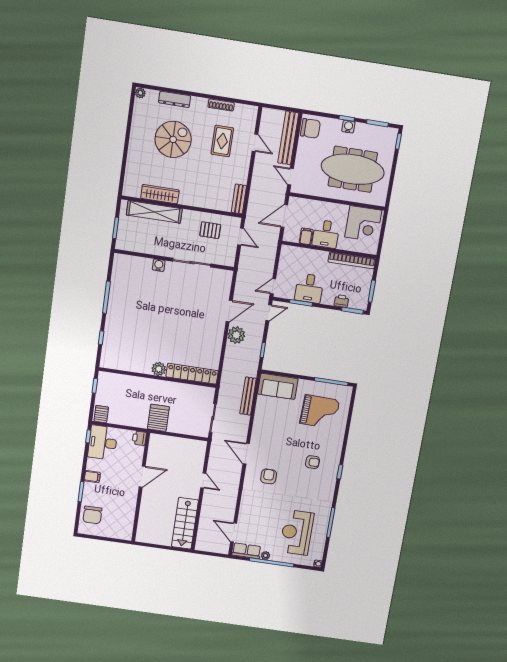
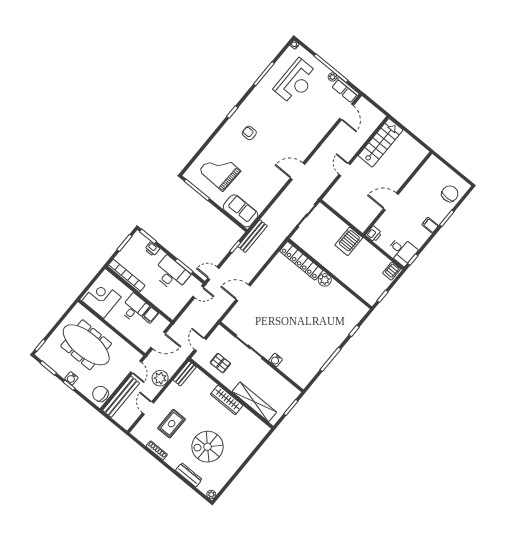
wardrobe: (160, 194) -> (227, 400), moved
desk: (309, 288) -> (171, 274), width x1.37
plant: (236, 335) -> (160, 378), moved
bench: (248, 396) -> (252, 236), moved
desk: (103, 443) -> (402, 251), width x0.73
door: (246, 454) -> (298, 171), swing flipped
armchair: (269, 476) -> (291, 142), removed

